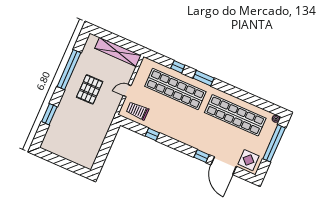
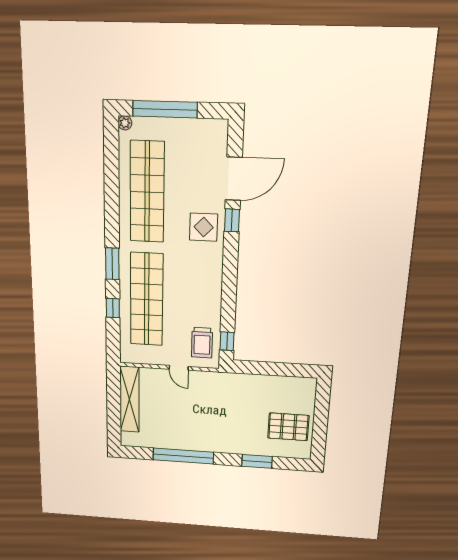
pallet: (90, 89) -> (288, 427), moved
window: (152, 134) -> (227, 341), moved
display table: (249, 160) -> (204, 227), moved

